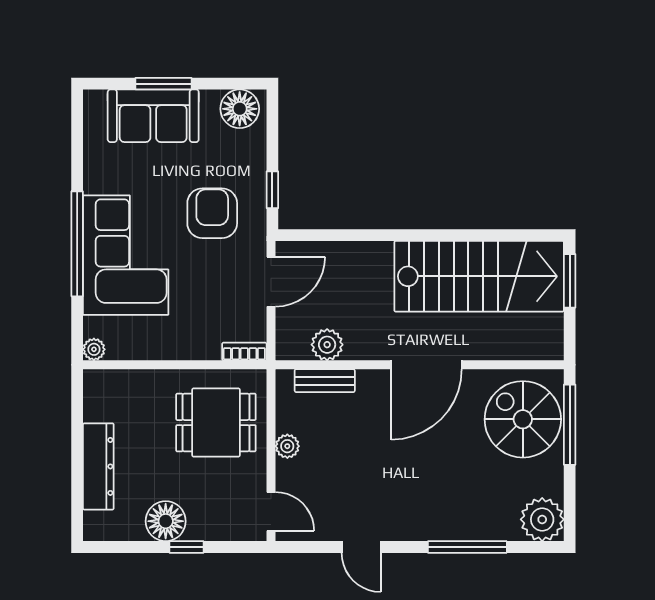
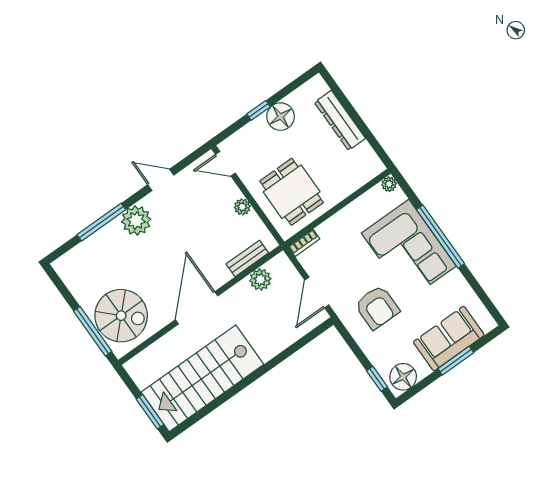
window: (272, 190) -> (377, 379), moved
dining table: (216, 423) -> (292, 192), turned 90
plant: (542, 519) -> (136, 221), moved

